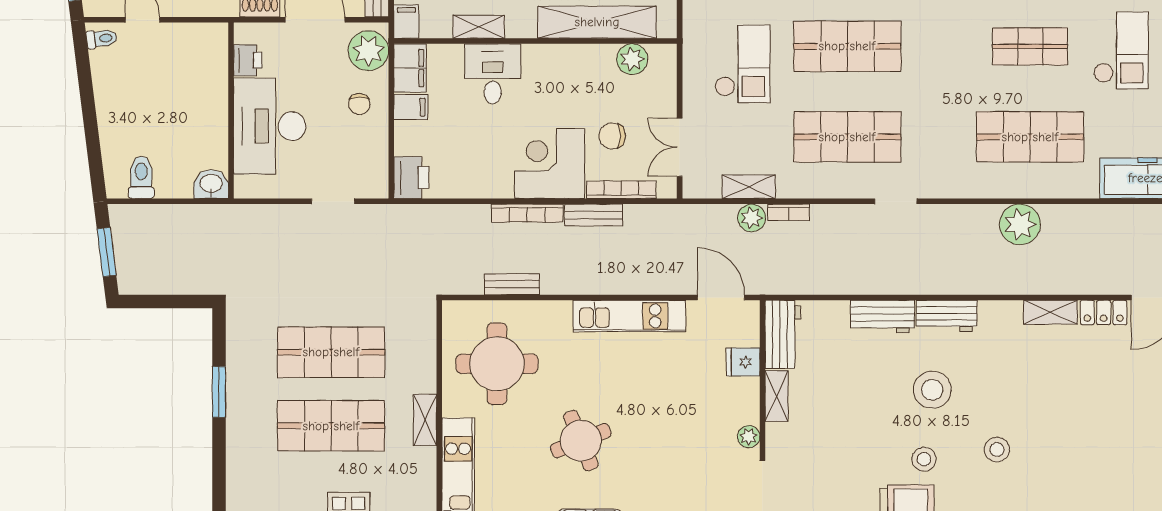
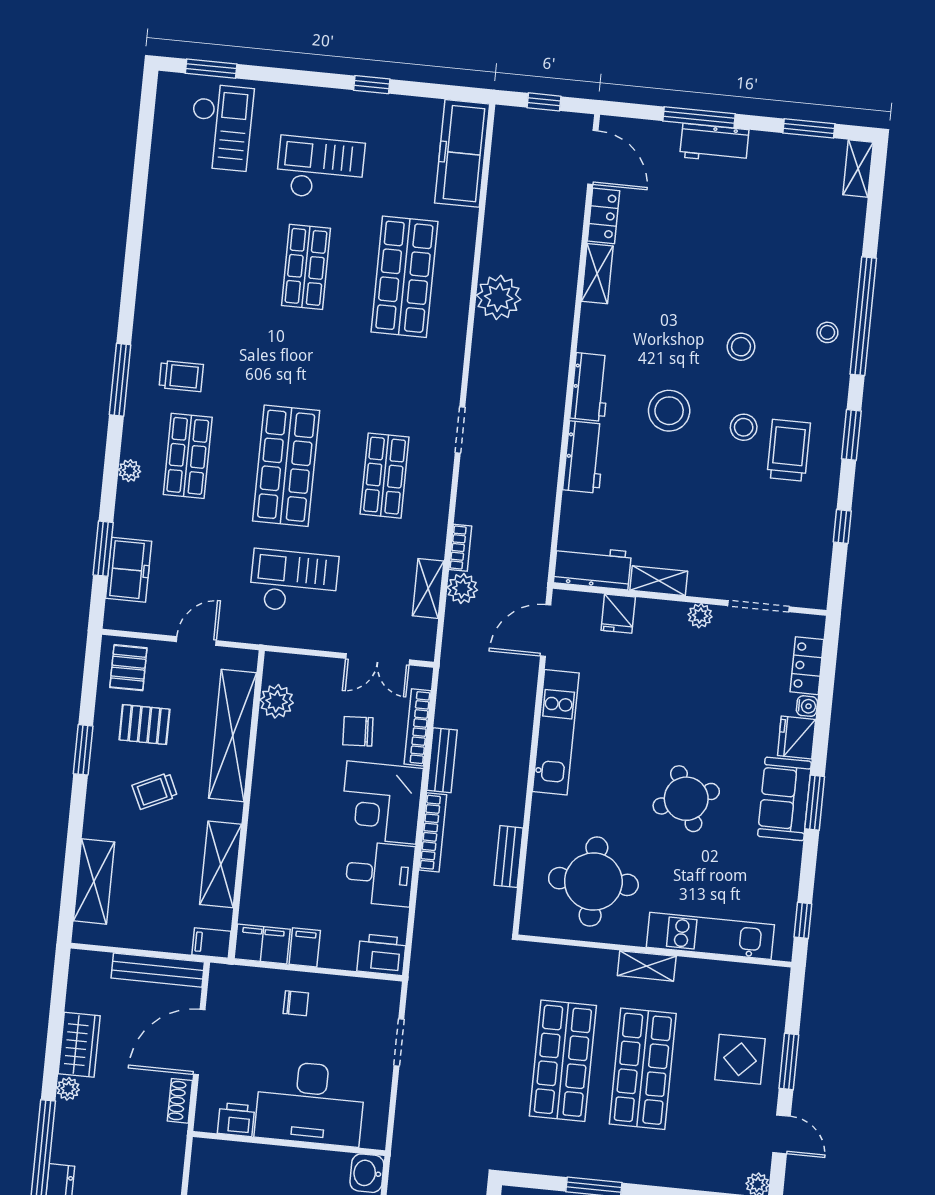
shelving: (479, 27) -> (221, 864), width x1.50, depth x1.33
plant: (368, 51) -> (239, 987), removed
desk: (493, 74) -> (380, 874), moved, turned 180
chair: (612, 136) -> (358, 731), turned 87
shop shelf: (847, 137) -> (385, 476), width x0.70, depth x0.74

